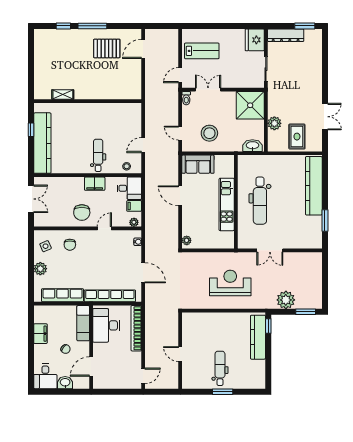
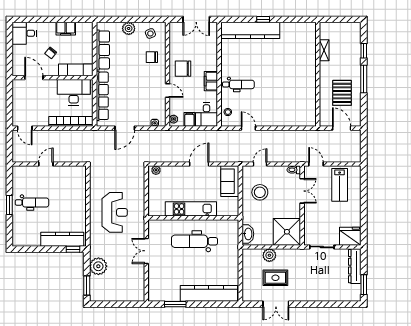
shelving: (63, 95) -> (324, 50), moved
wall: (88, 101) -> (318, 74), moved
rug: (297, 137) -> (275, 278), moved
washbasin: (65, 383) -> (18, 52), removed

